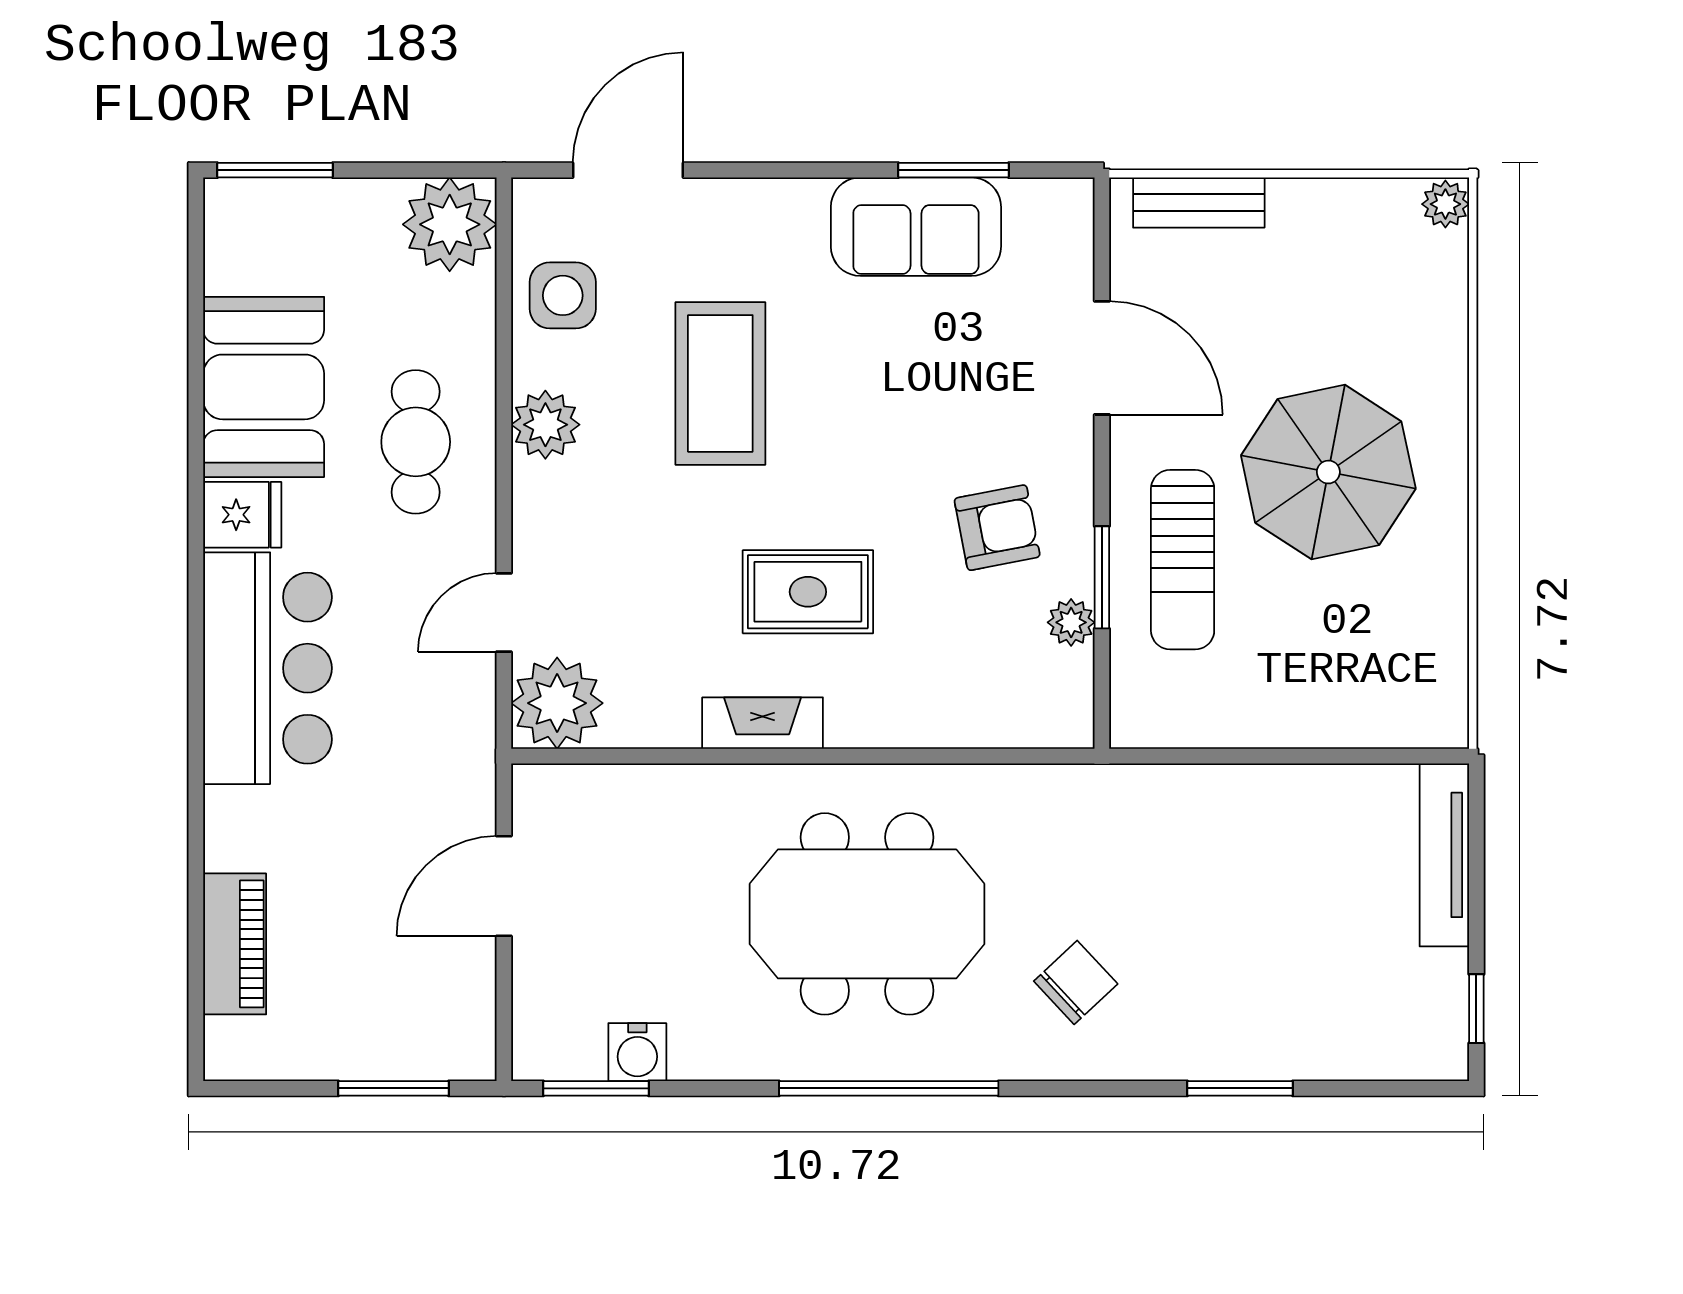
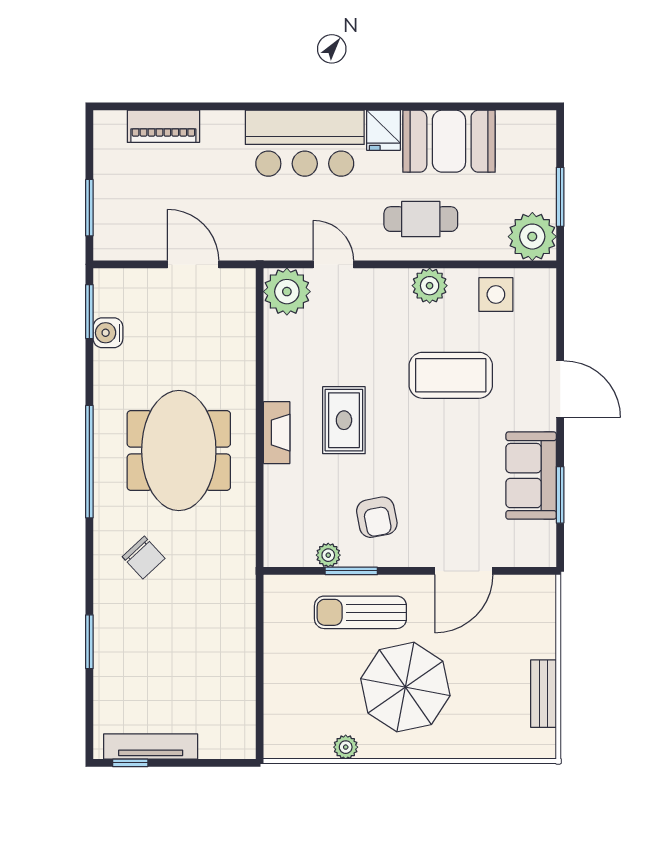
window: (275, 170) -> (560, 197), moved
door: (628, 170) -> (560, 389), moved
bench: (1199, 203) -> (543, 694), moved
plant: (1445, 204) -> (346, 747), moved
fireplace: (763, 723) -> (277, 433), moved
tv unit: (1444, 855) -> (151, 747), moved

